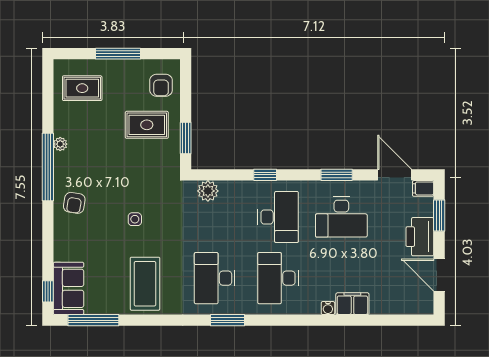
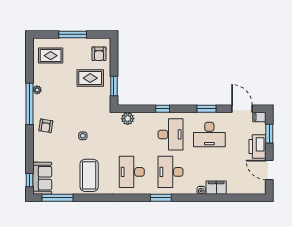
window: (227, 320) -> (161, 198), moved

